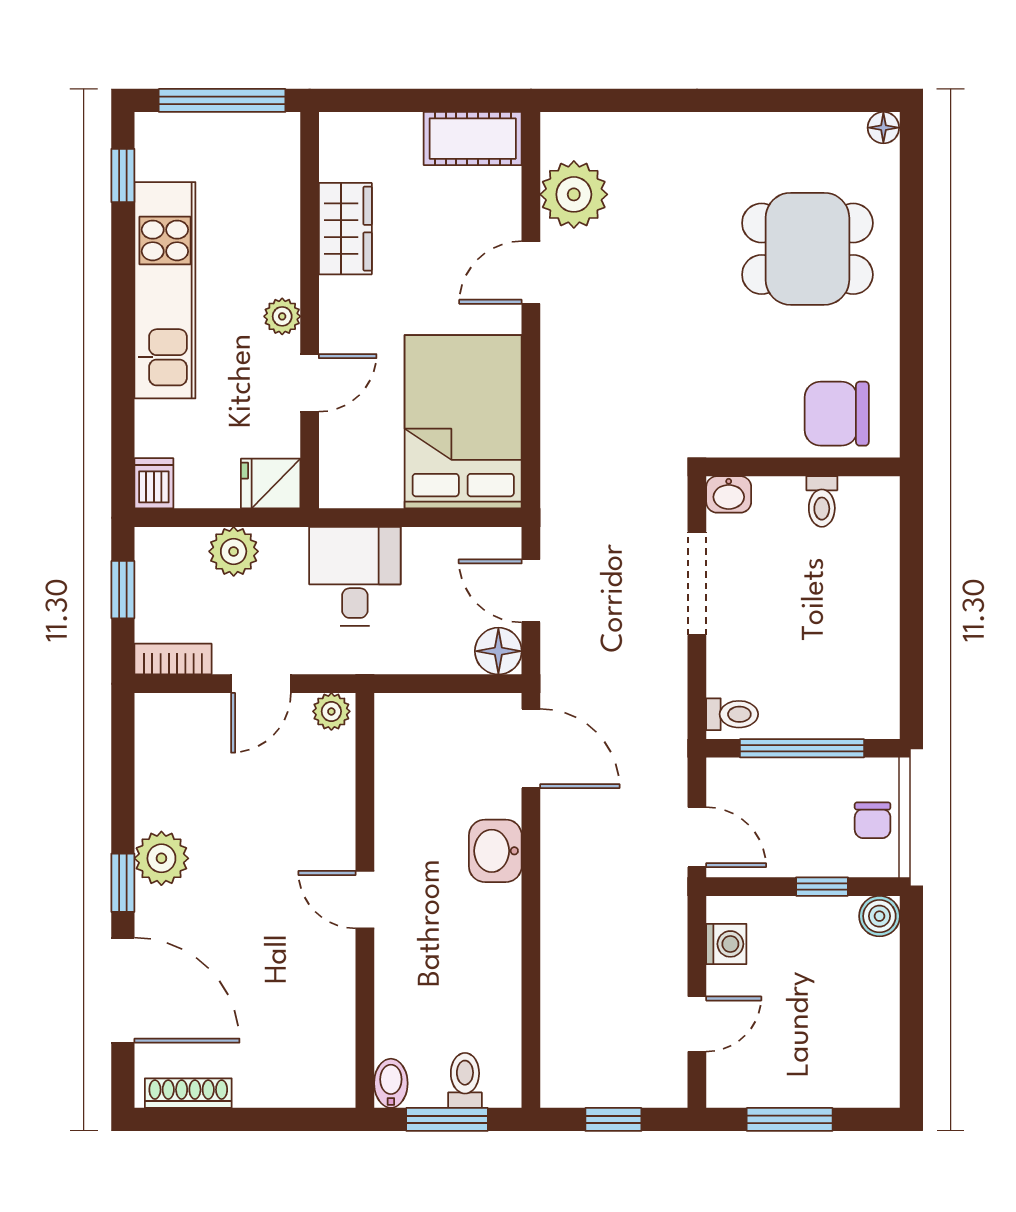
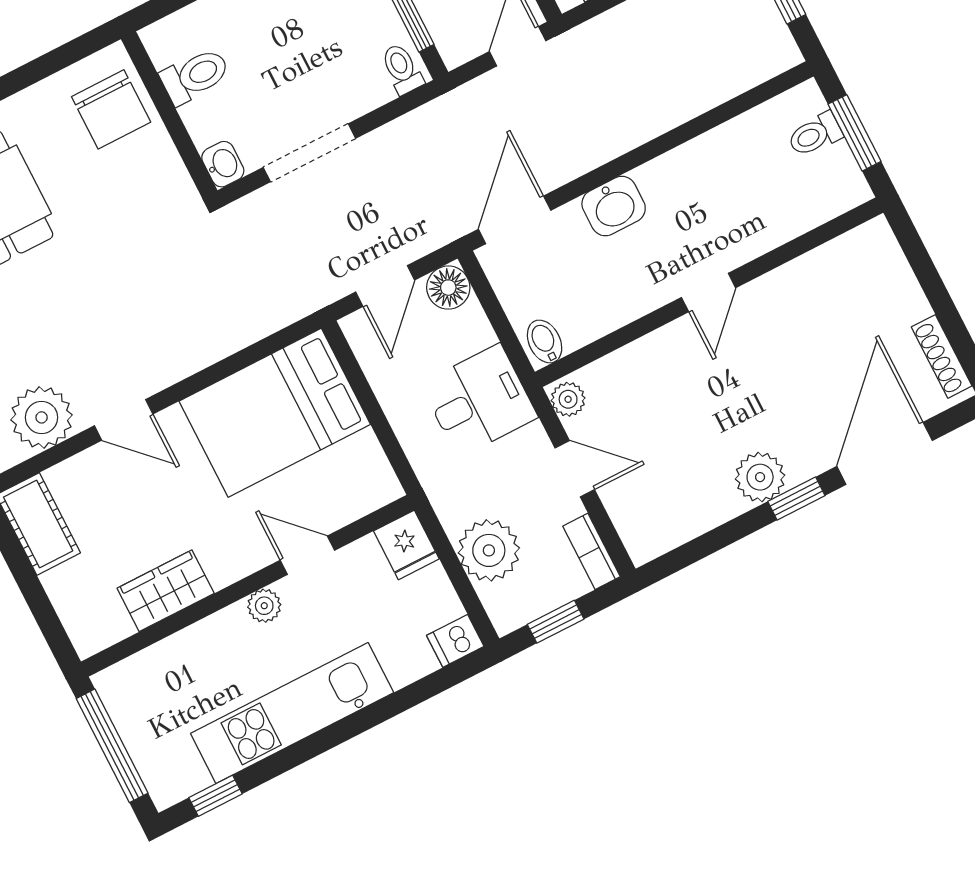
toilet: (822, 501) -> (195, 76), width x1.37, depth x1.39
plant: (234, 551) -> (489, 550), width x1.36, depth x1.36
desk: (355, 576) -> (479, 401), moved, turned 180
bidet: (391, 1083) -> (545, 341), moved, turned 90

